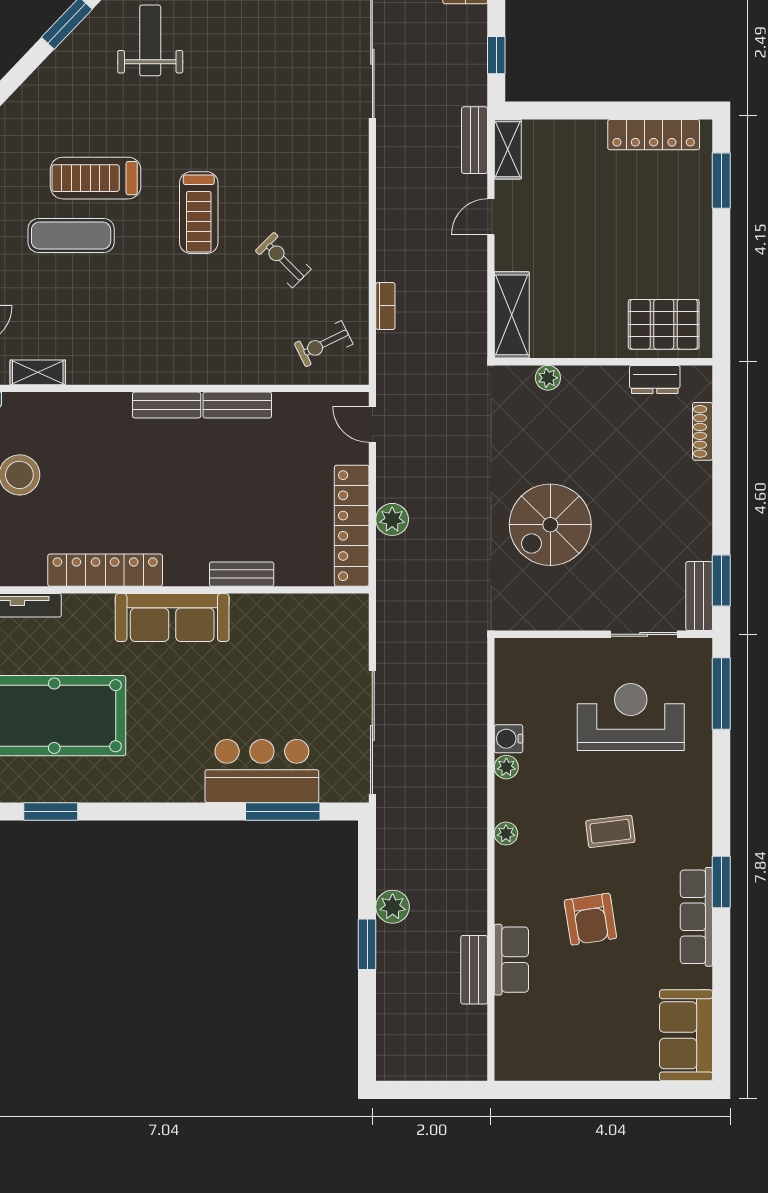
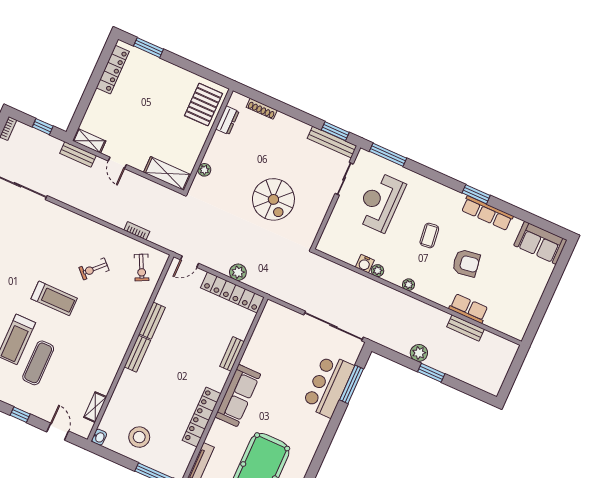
bench: (699, 596) -> (332, 142), width x1.36

